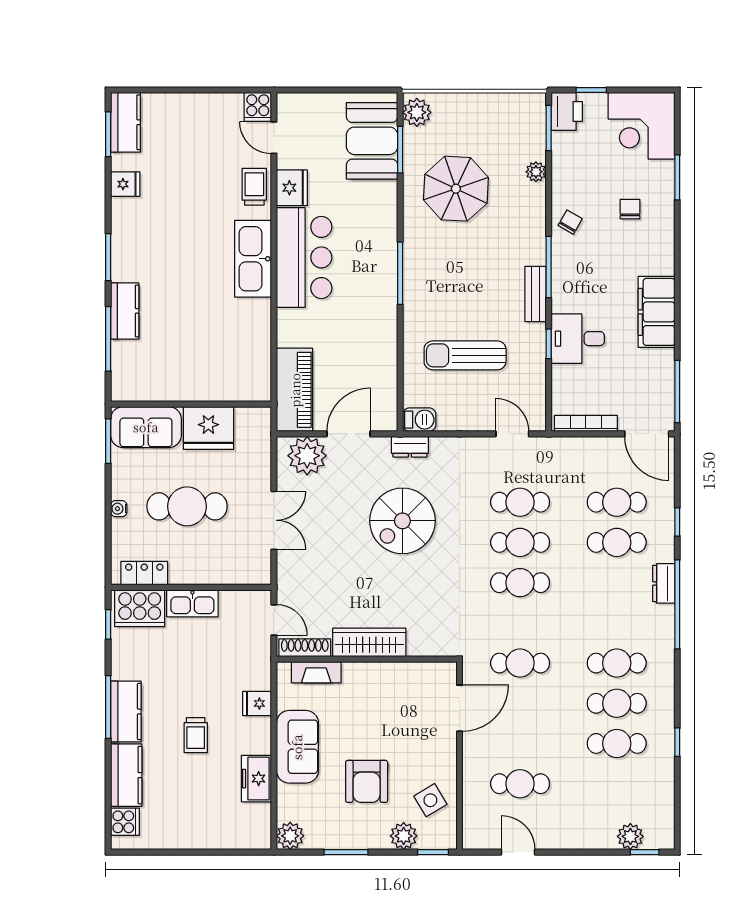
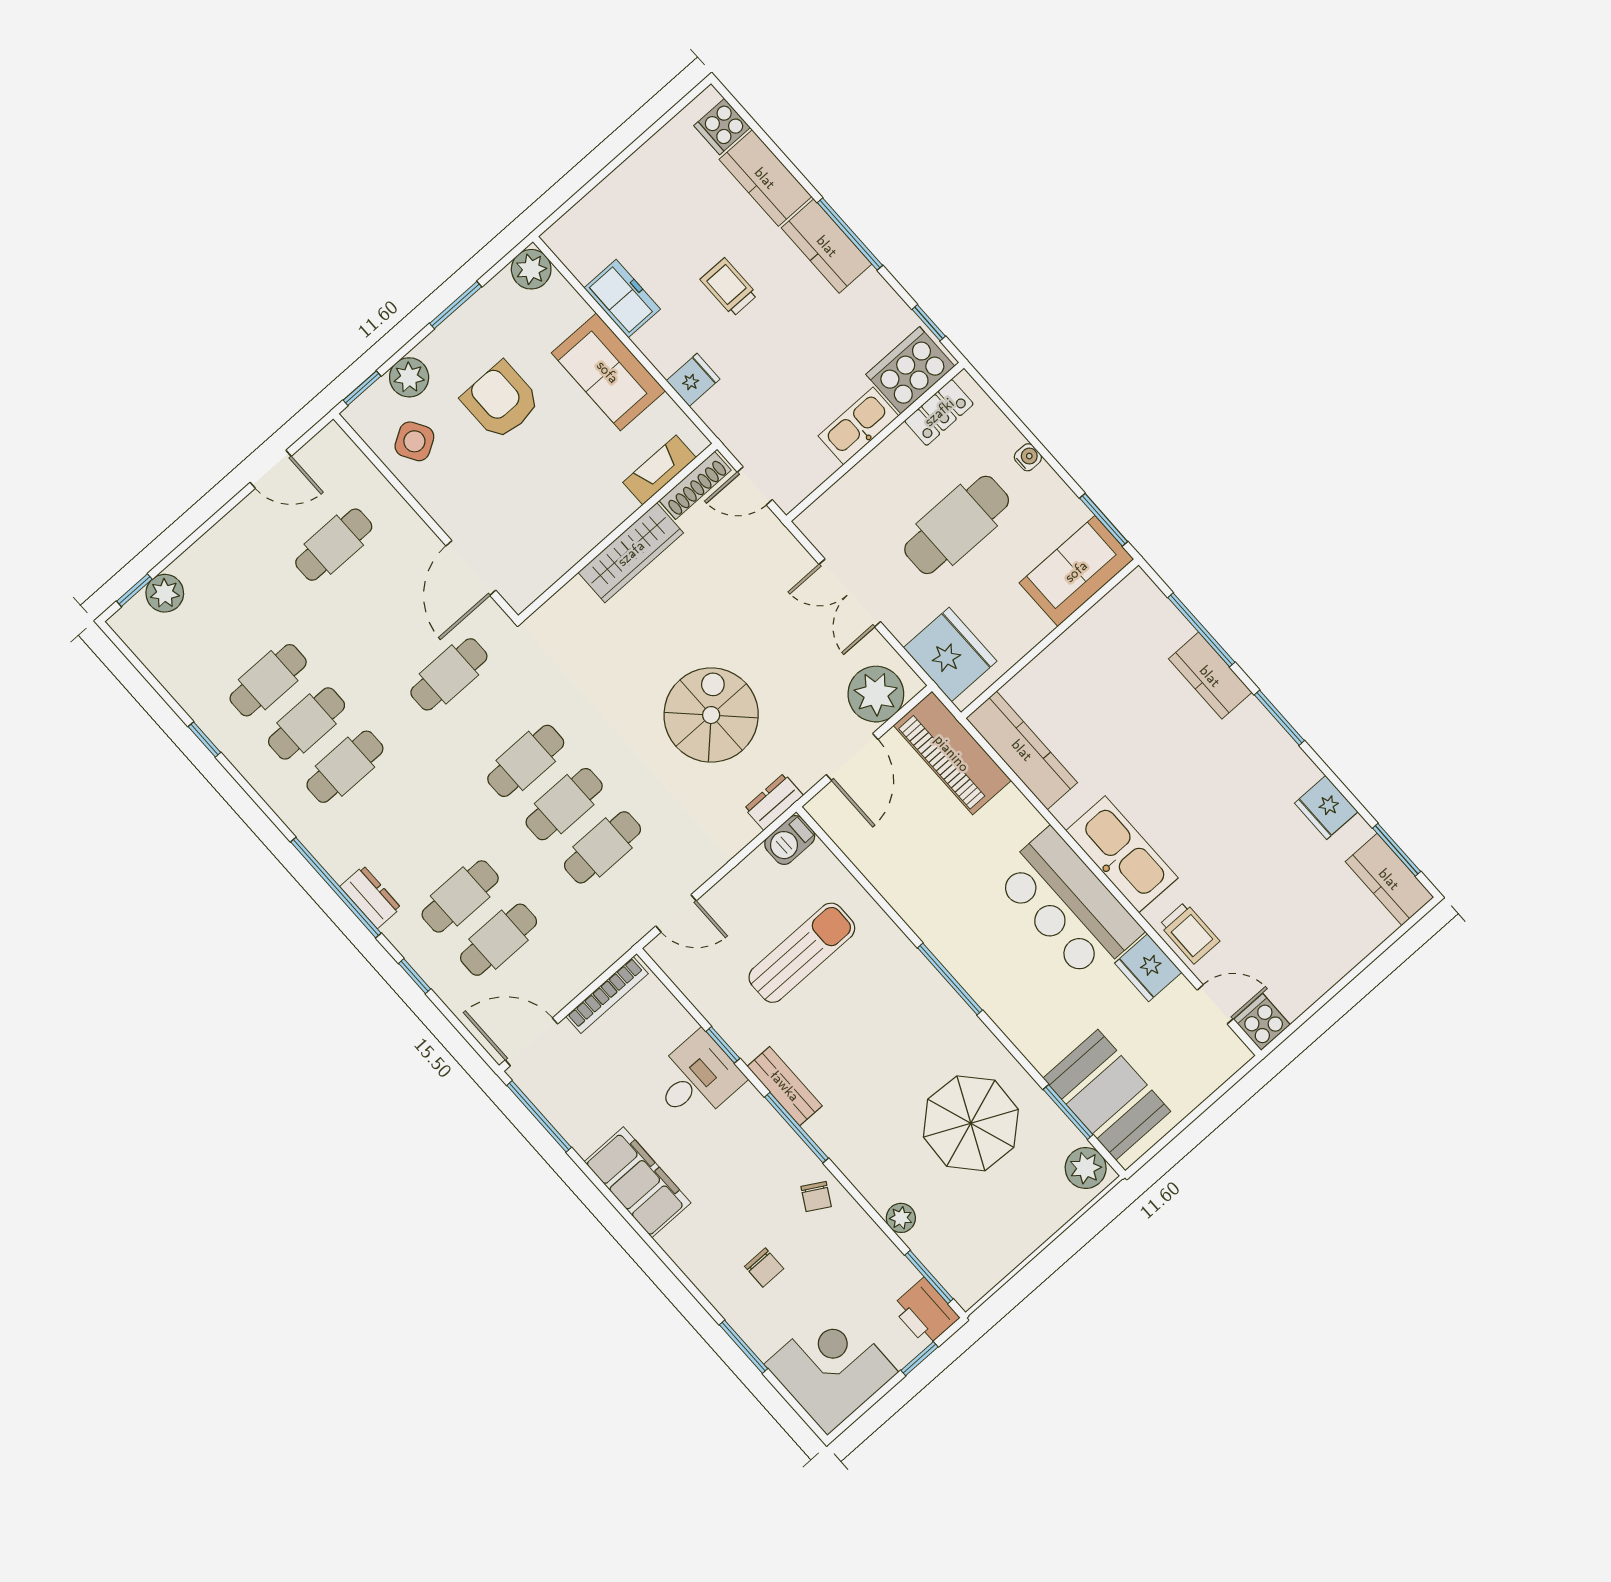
fridge: (125, 184) -> (1326, 807), width x1.38
kitchen counter: (257, 359) -> (1022, 750), added
fridge: (208, 428) -> (950, 654), moved, turned 90

